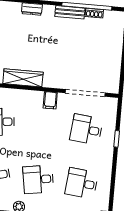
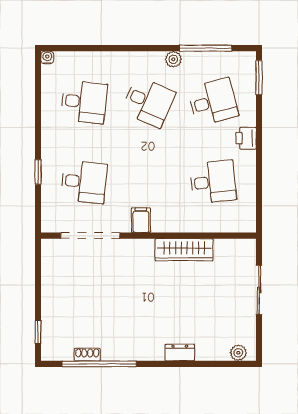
bench: (70, 12) -> (123, 353), removed
desk: (38, 179) -> (148, 102), turned 33

